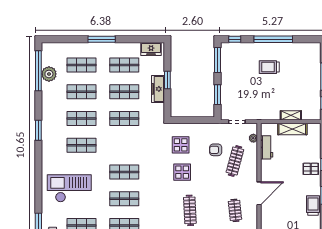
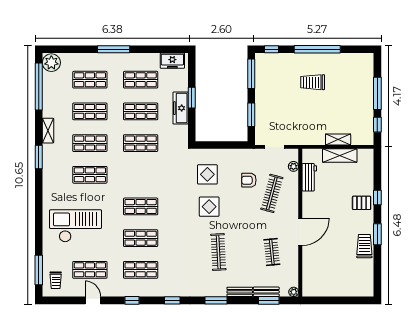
plant: (49, 74) -> (51, 63), moved
shelving: (46, 108) -> (48, 131), added

